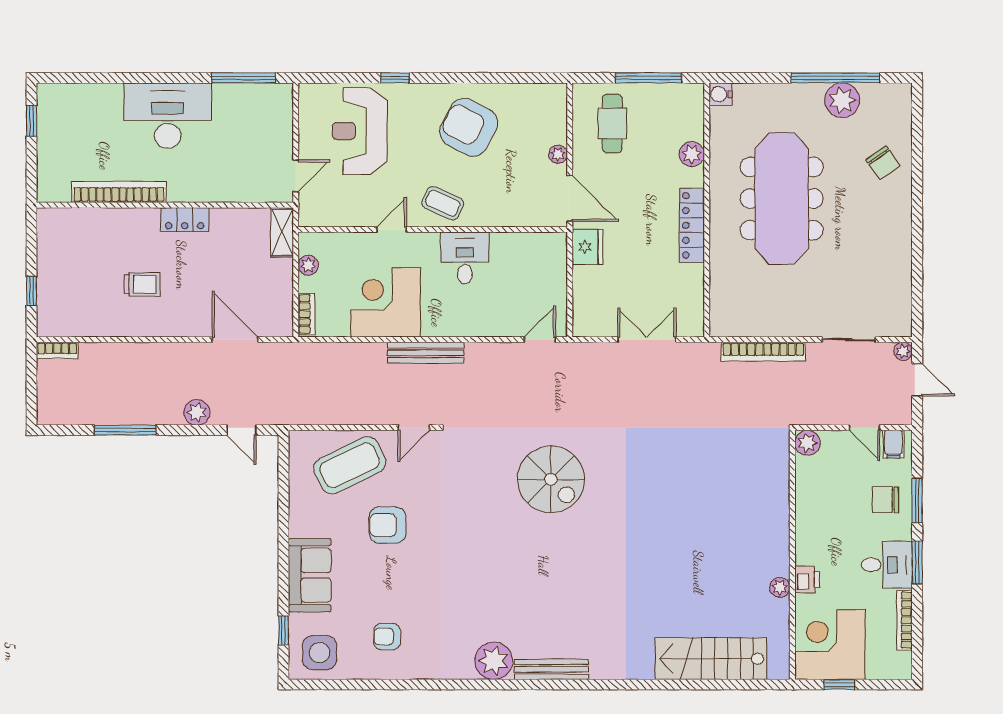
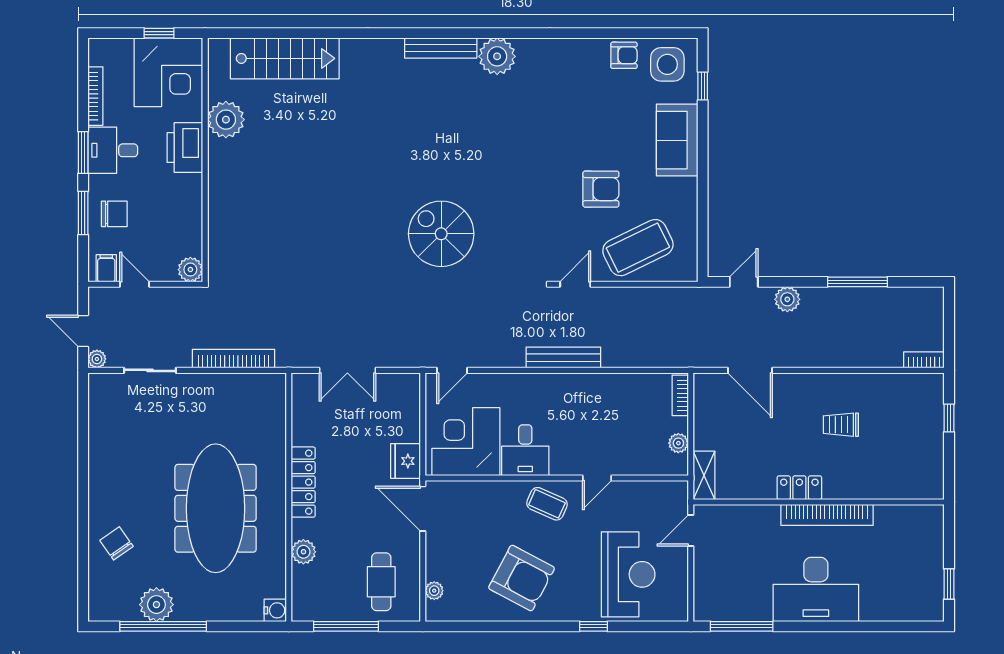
plant: (558, 154) -> (434, 591), moved
bookcase: (119, 192) -> (827, 515), moved
corner desk: (385, 302) -> (466, 442), moved, turned 180
door: (241, 430) -> (744, 282), hinge flipped
printer: (807, 579) -> (185, 148), width x1.87, depth x1.48
plant: (780, 587) -> (226, 120), width x1.88, depth x1.88
armchair: (387, 637) -> (624, 55), moved

